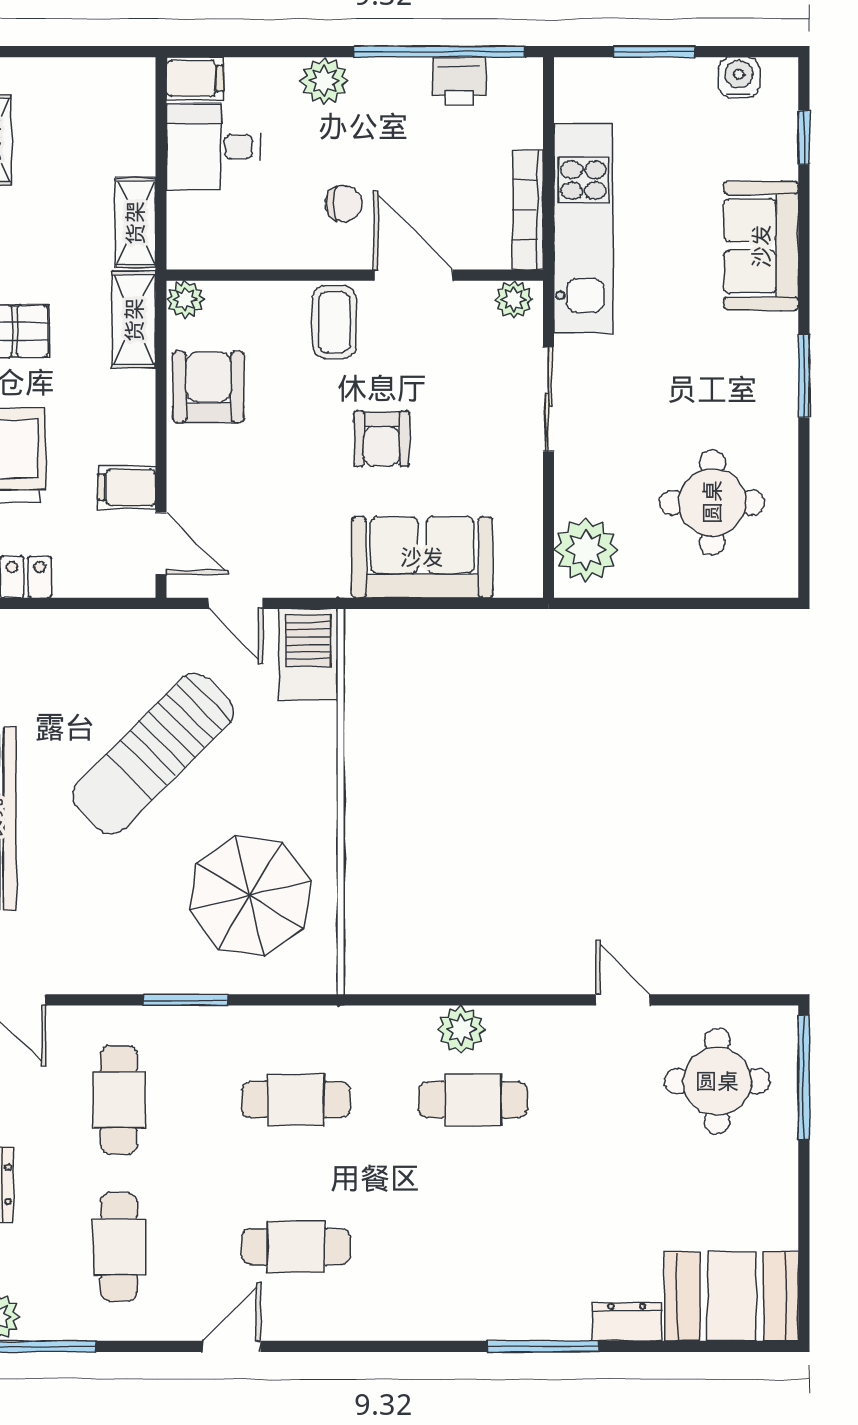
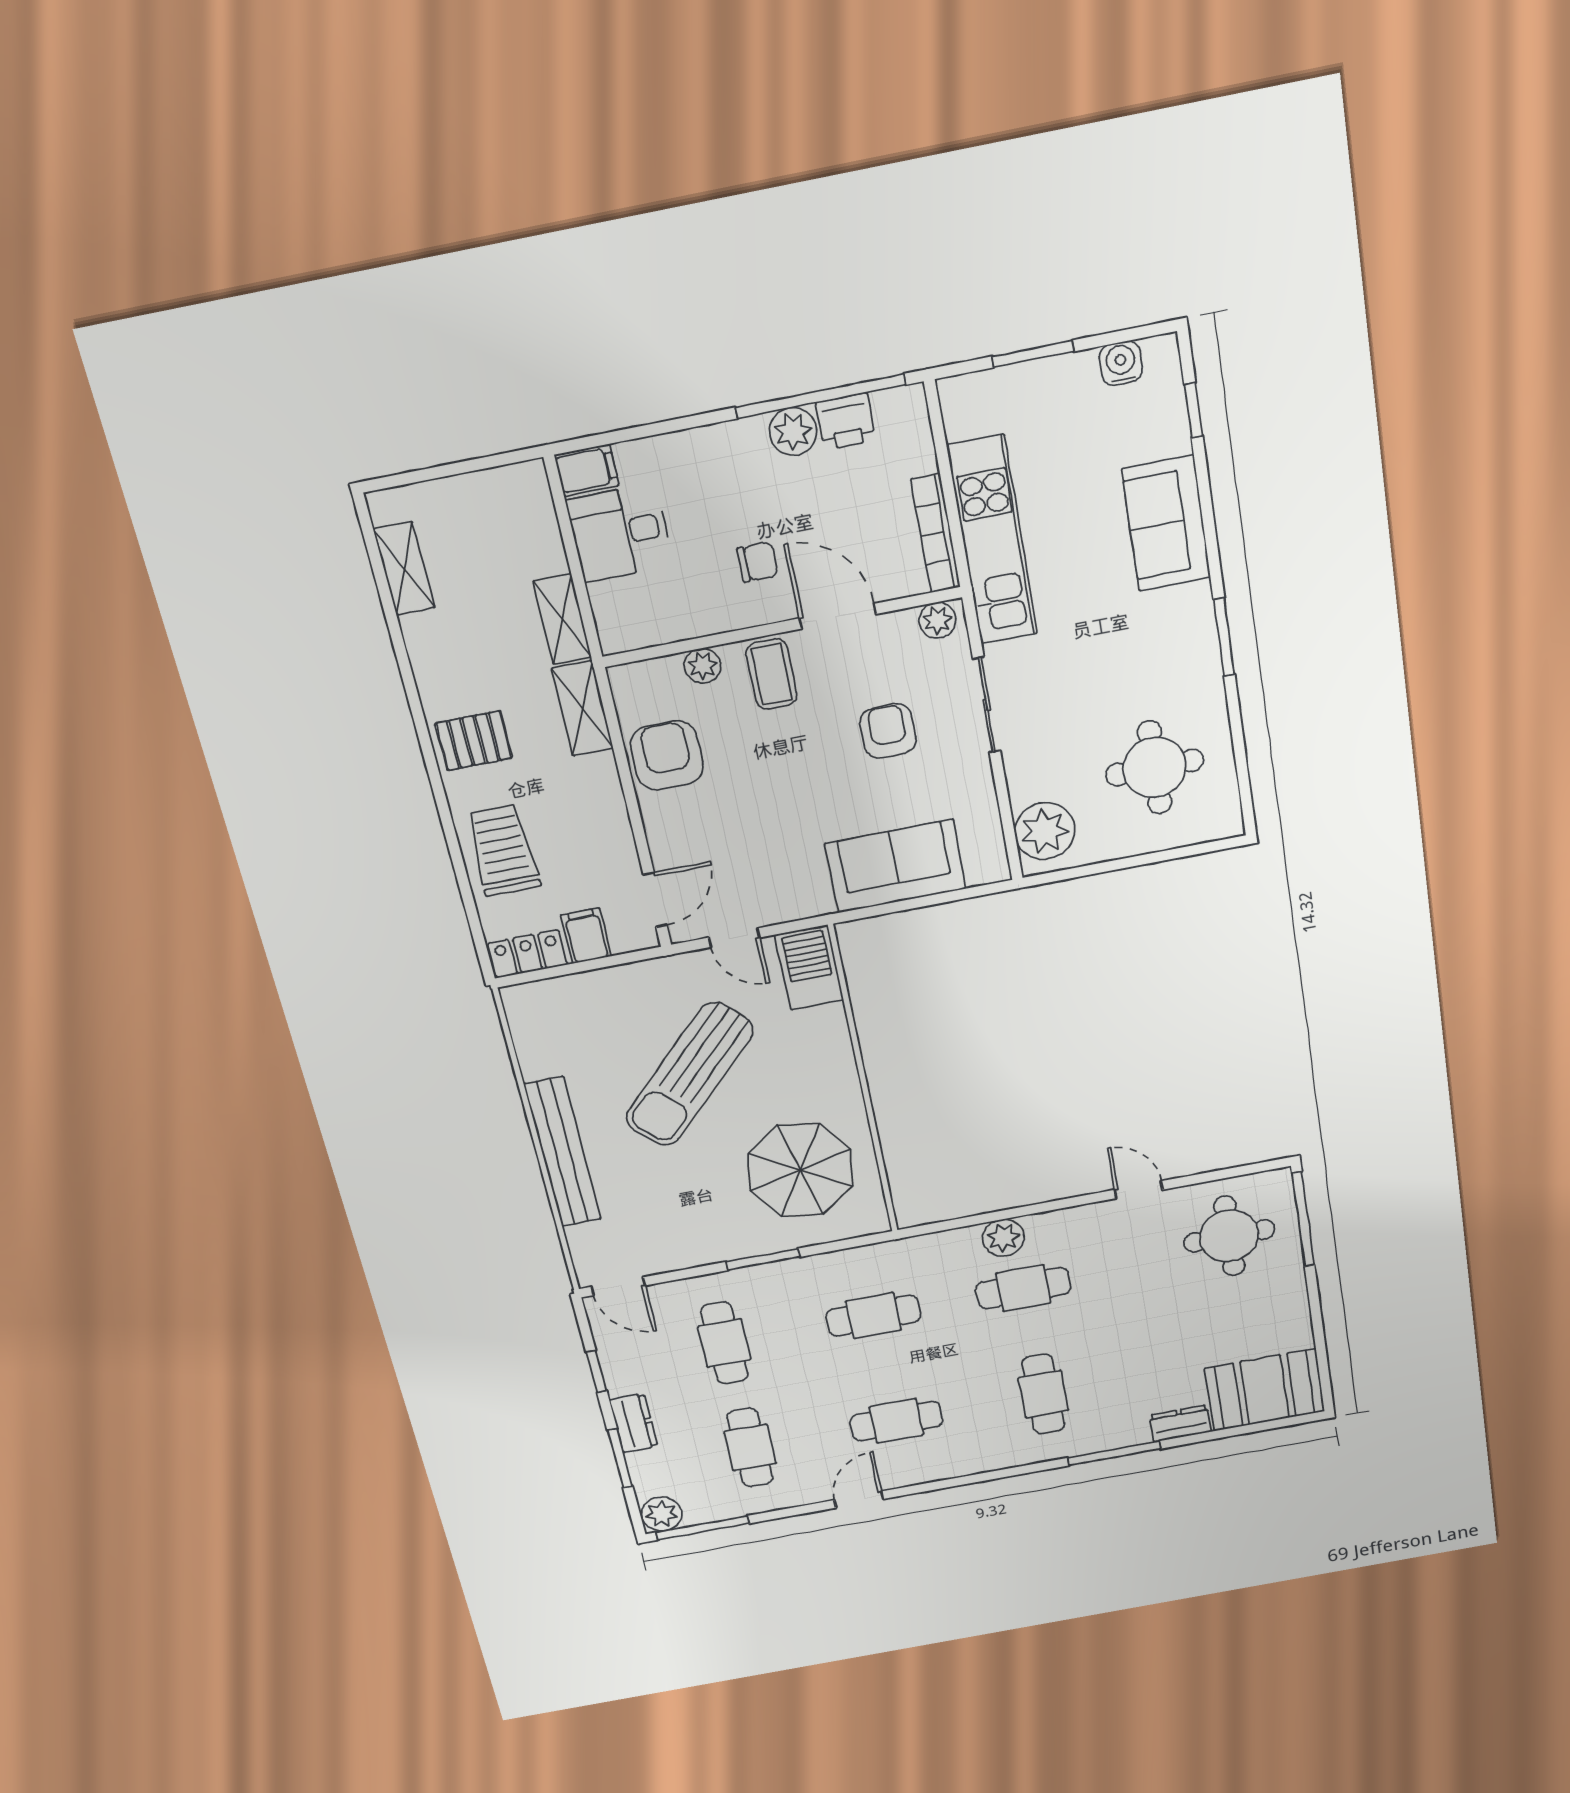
plant: (324, 81) -> (793, 432), moved
plant: (185, 299) -> (703, 666), moved
armchair: (382, 439) -> (888, 731), moved, turned 180
filing cabinet: (127, 487) -> (586, 936), moved, turned 90
door: (161, 543) -> (655, 900), hinge flipped
cafe table: (473, 1247) -> (1043, 1394), added

